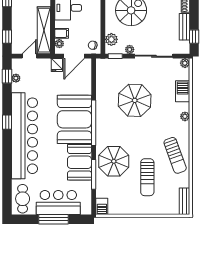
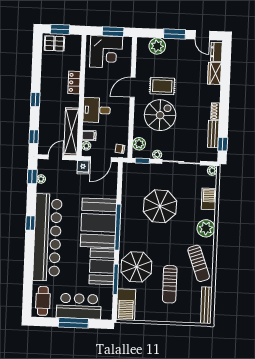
plant: (185, 116) -> (206, 228), width x1.87, depth x1.87
bench: (184, 201) -> (206, 305), width x1.36
barbecue: (102, 206) -> (126, 305), width x1.88, depth x1.53

